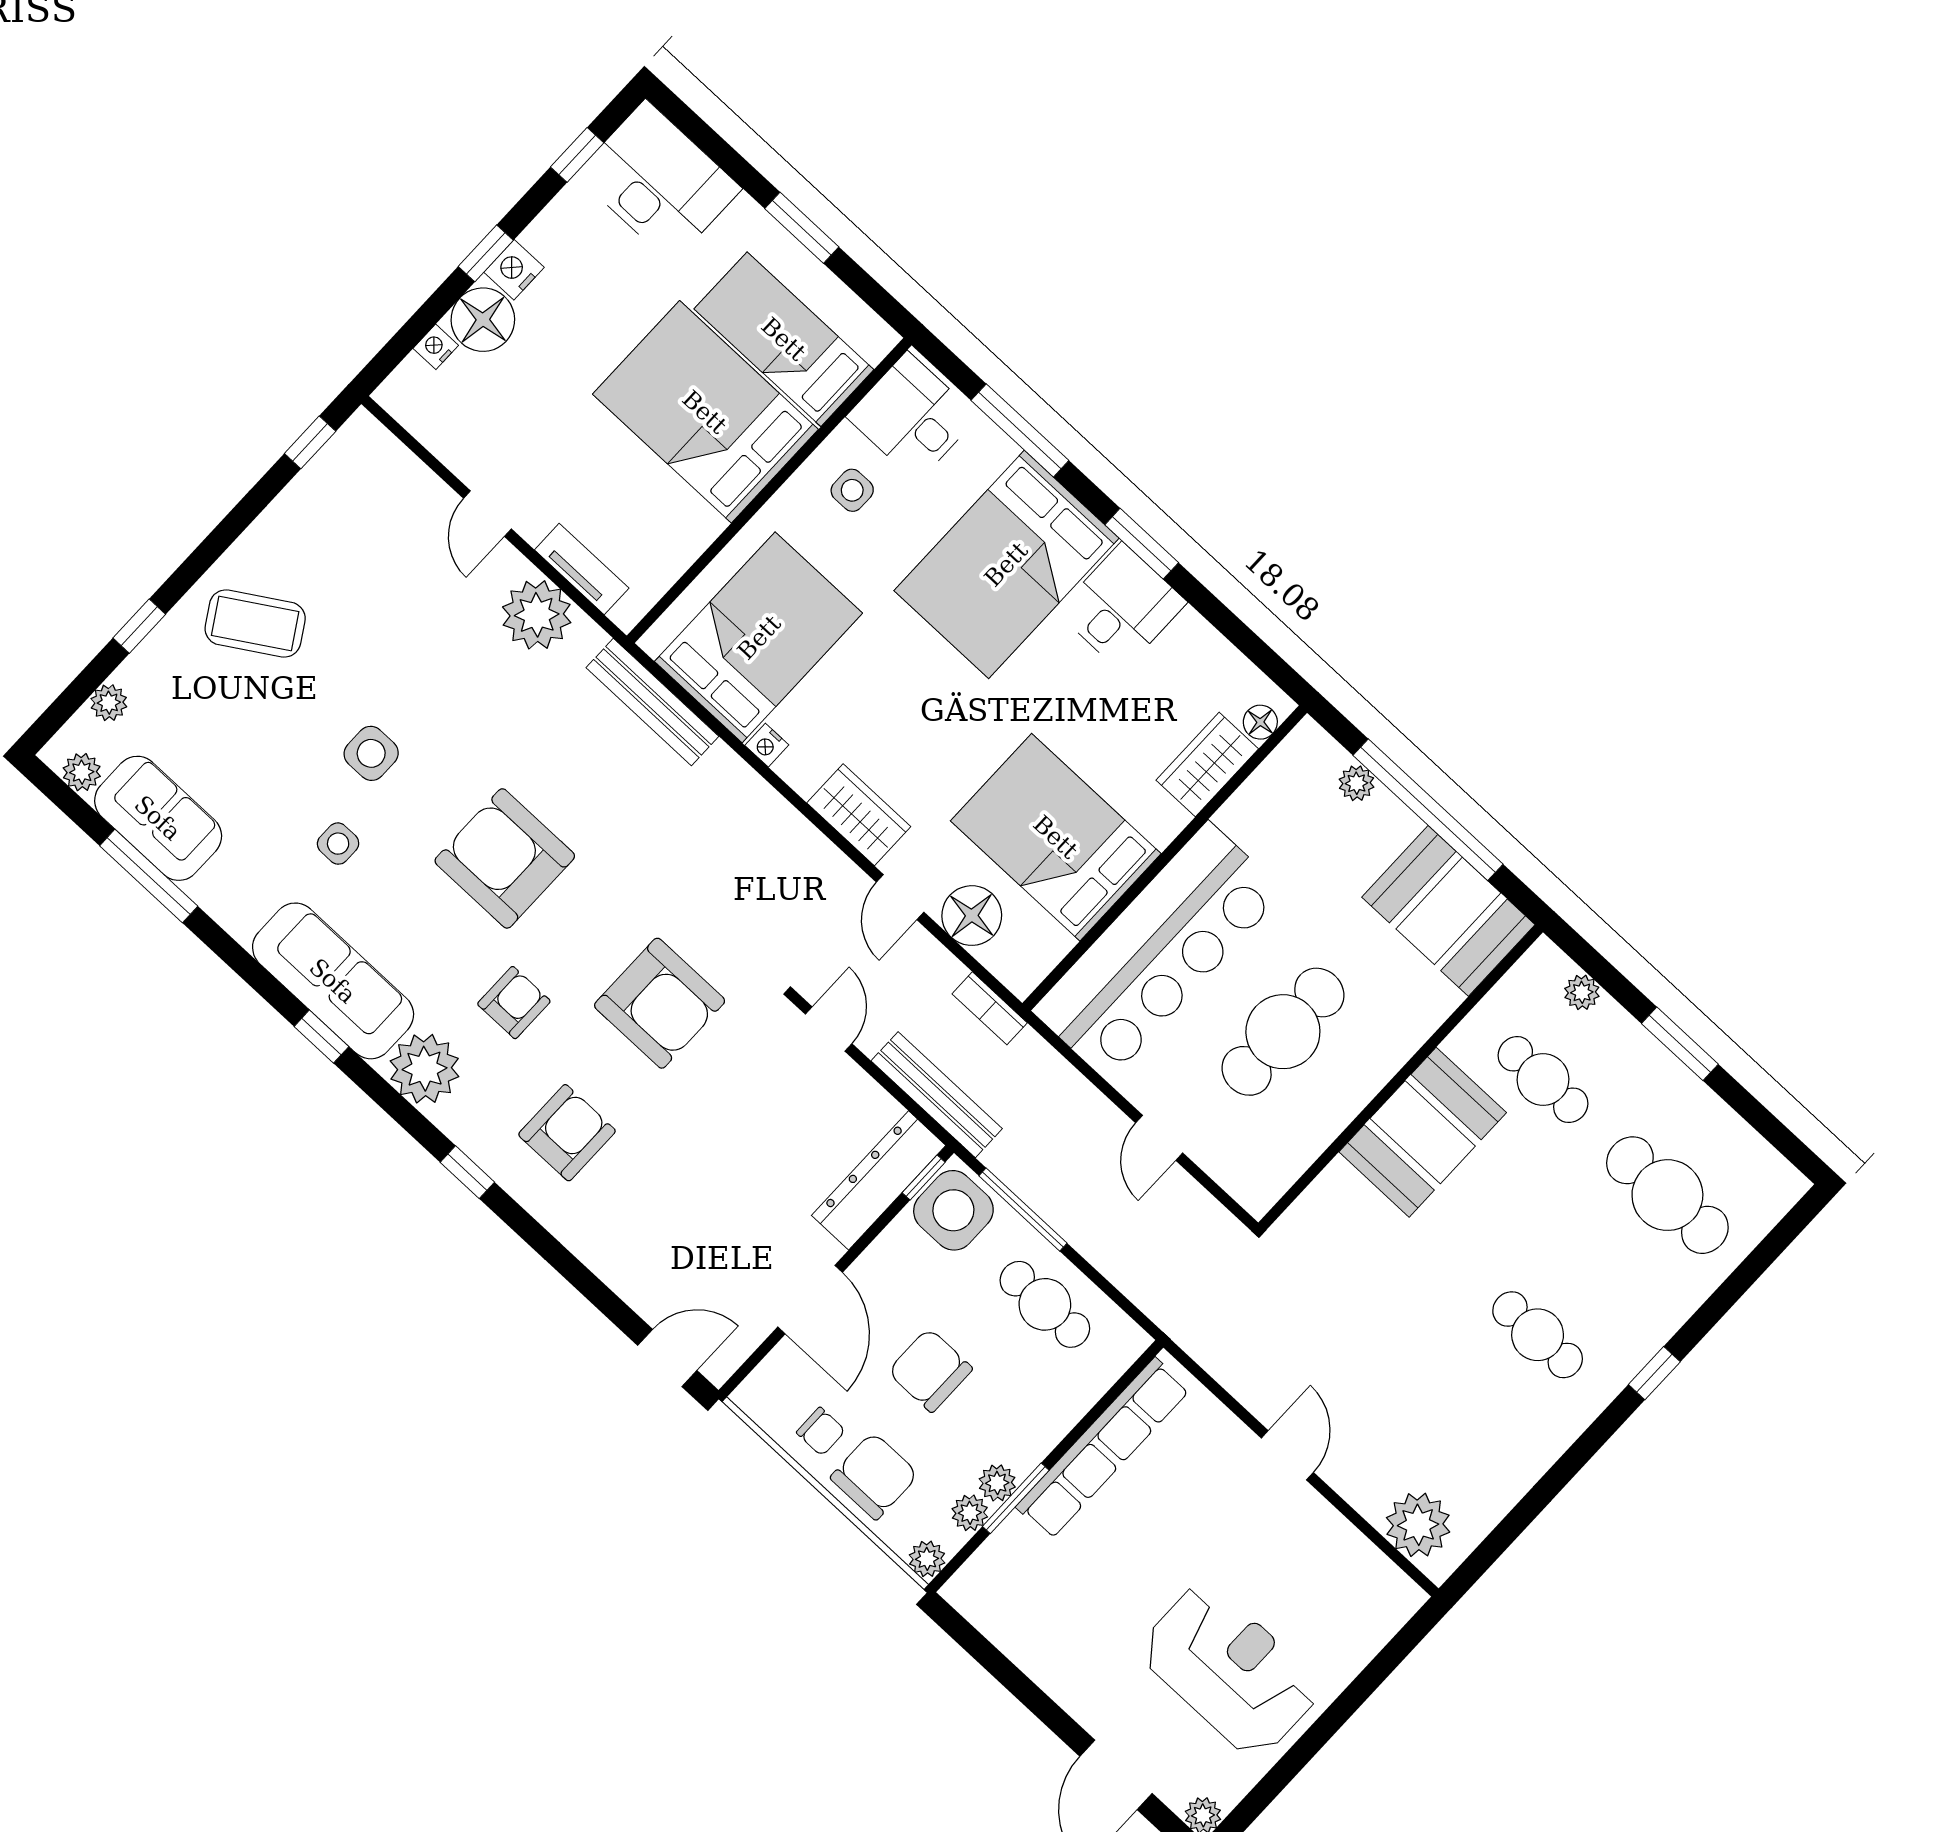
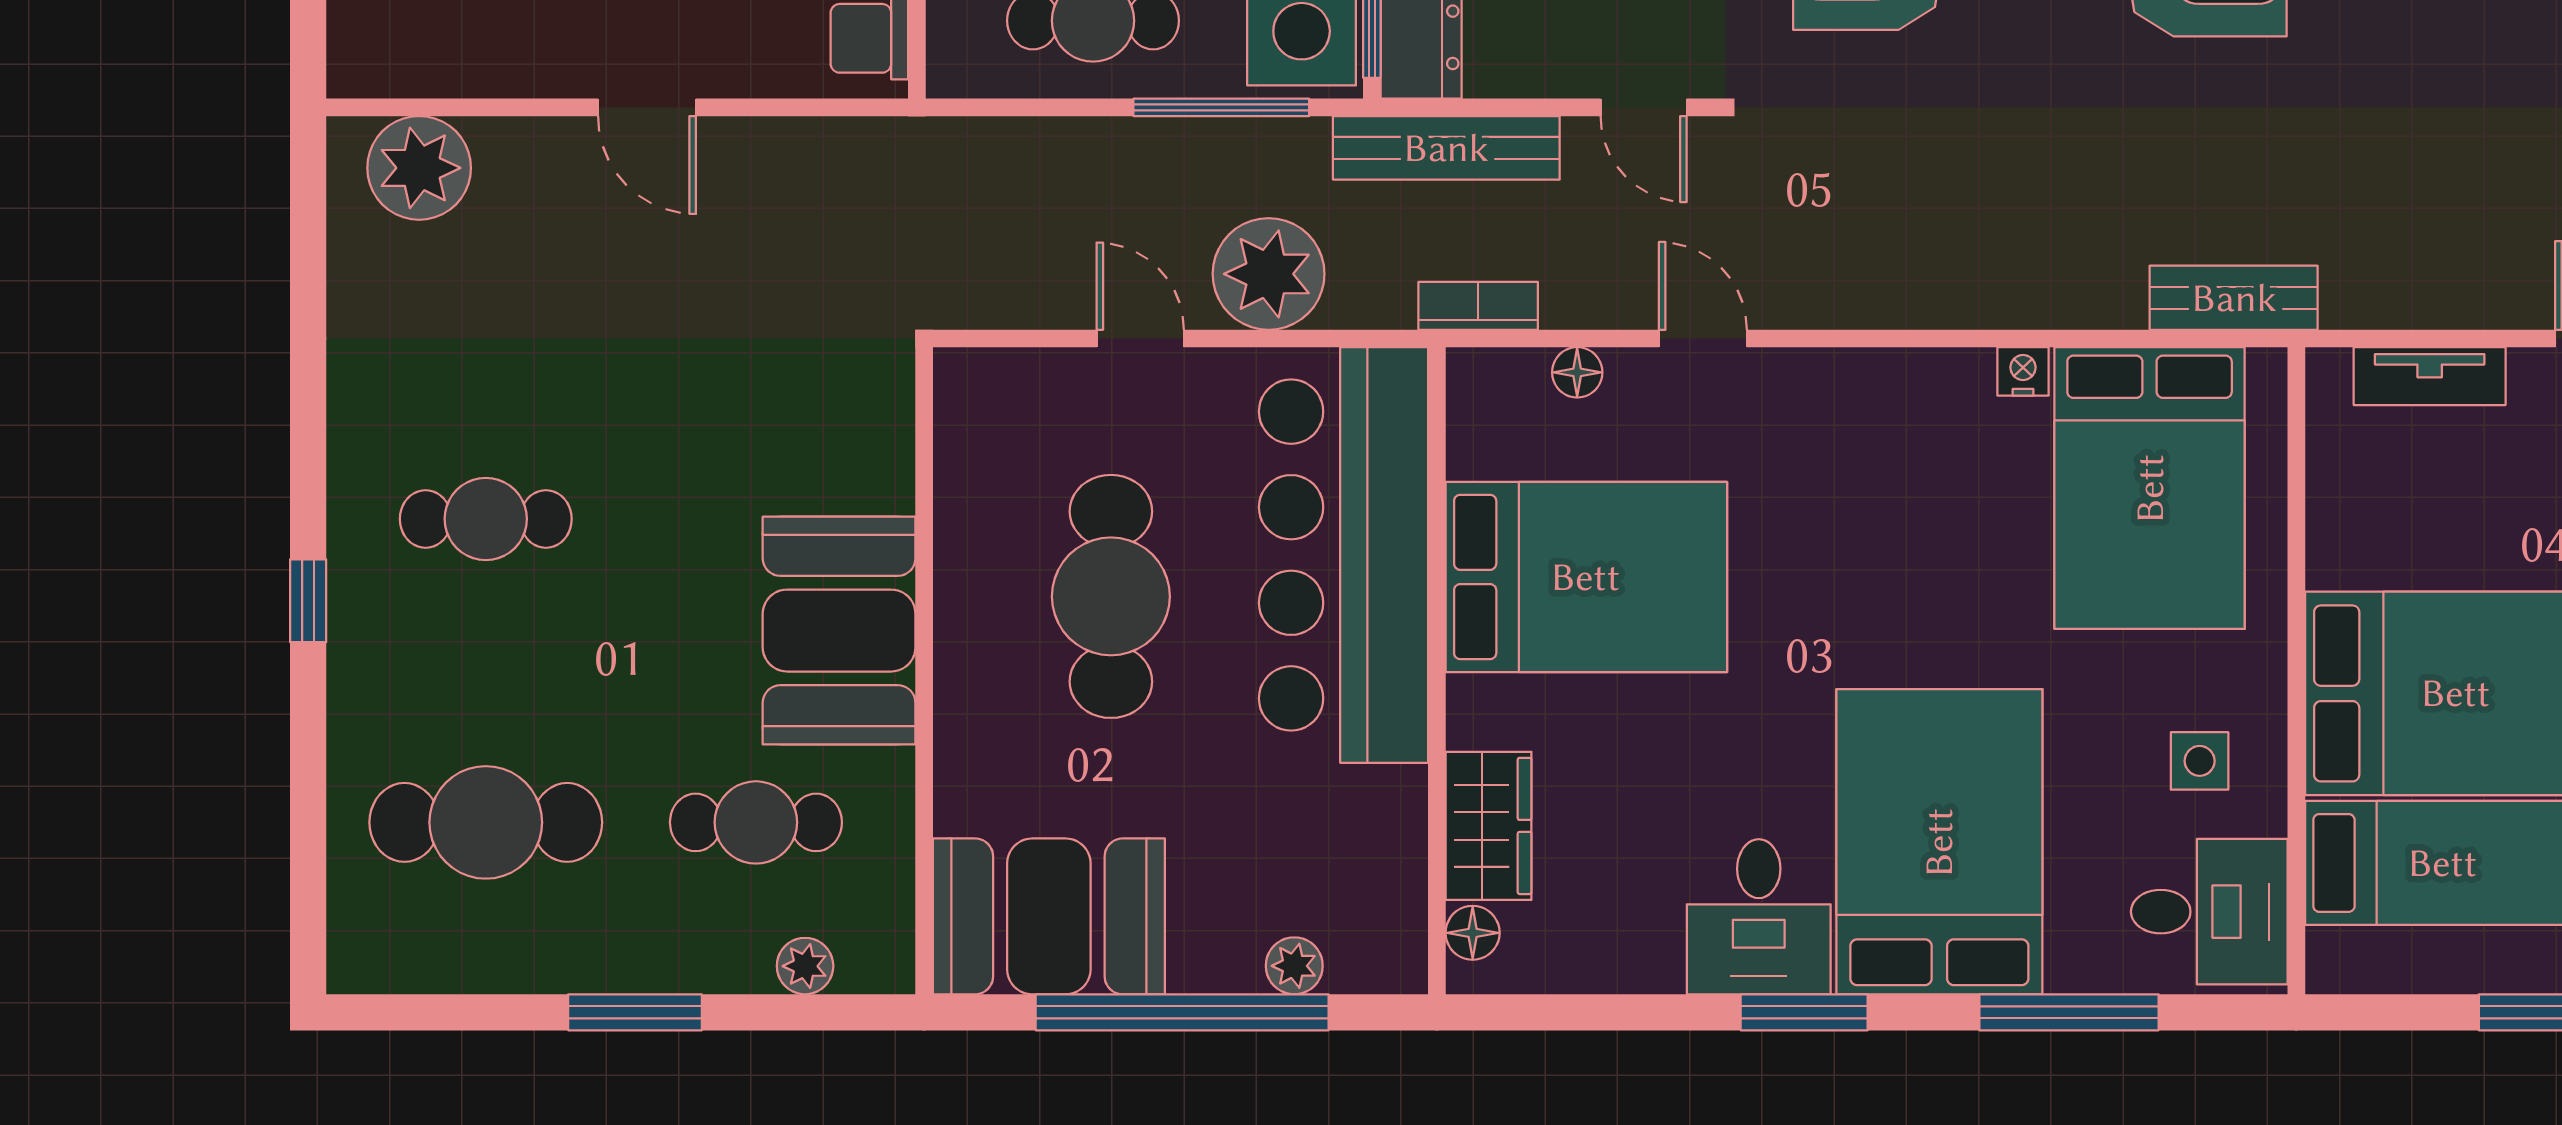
plant: (537, 615) -> (1269, 274), moved
bench: (652, 702) -> (2234, 298), width x0.73
wardrobe: (859, 815) -> (1841, 390), removed
floor lamp: (972, 916) -> (1577, 372), width x0.53, depth x0.53

